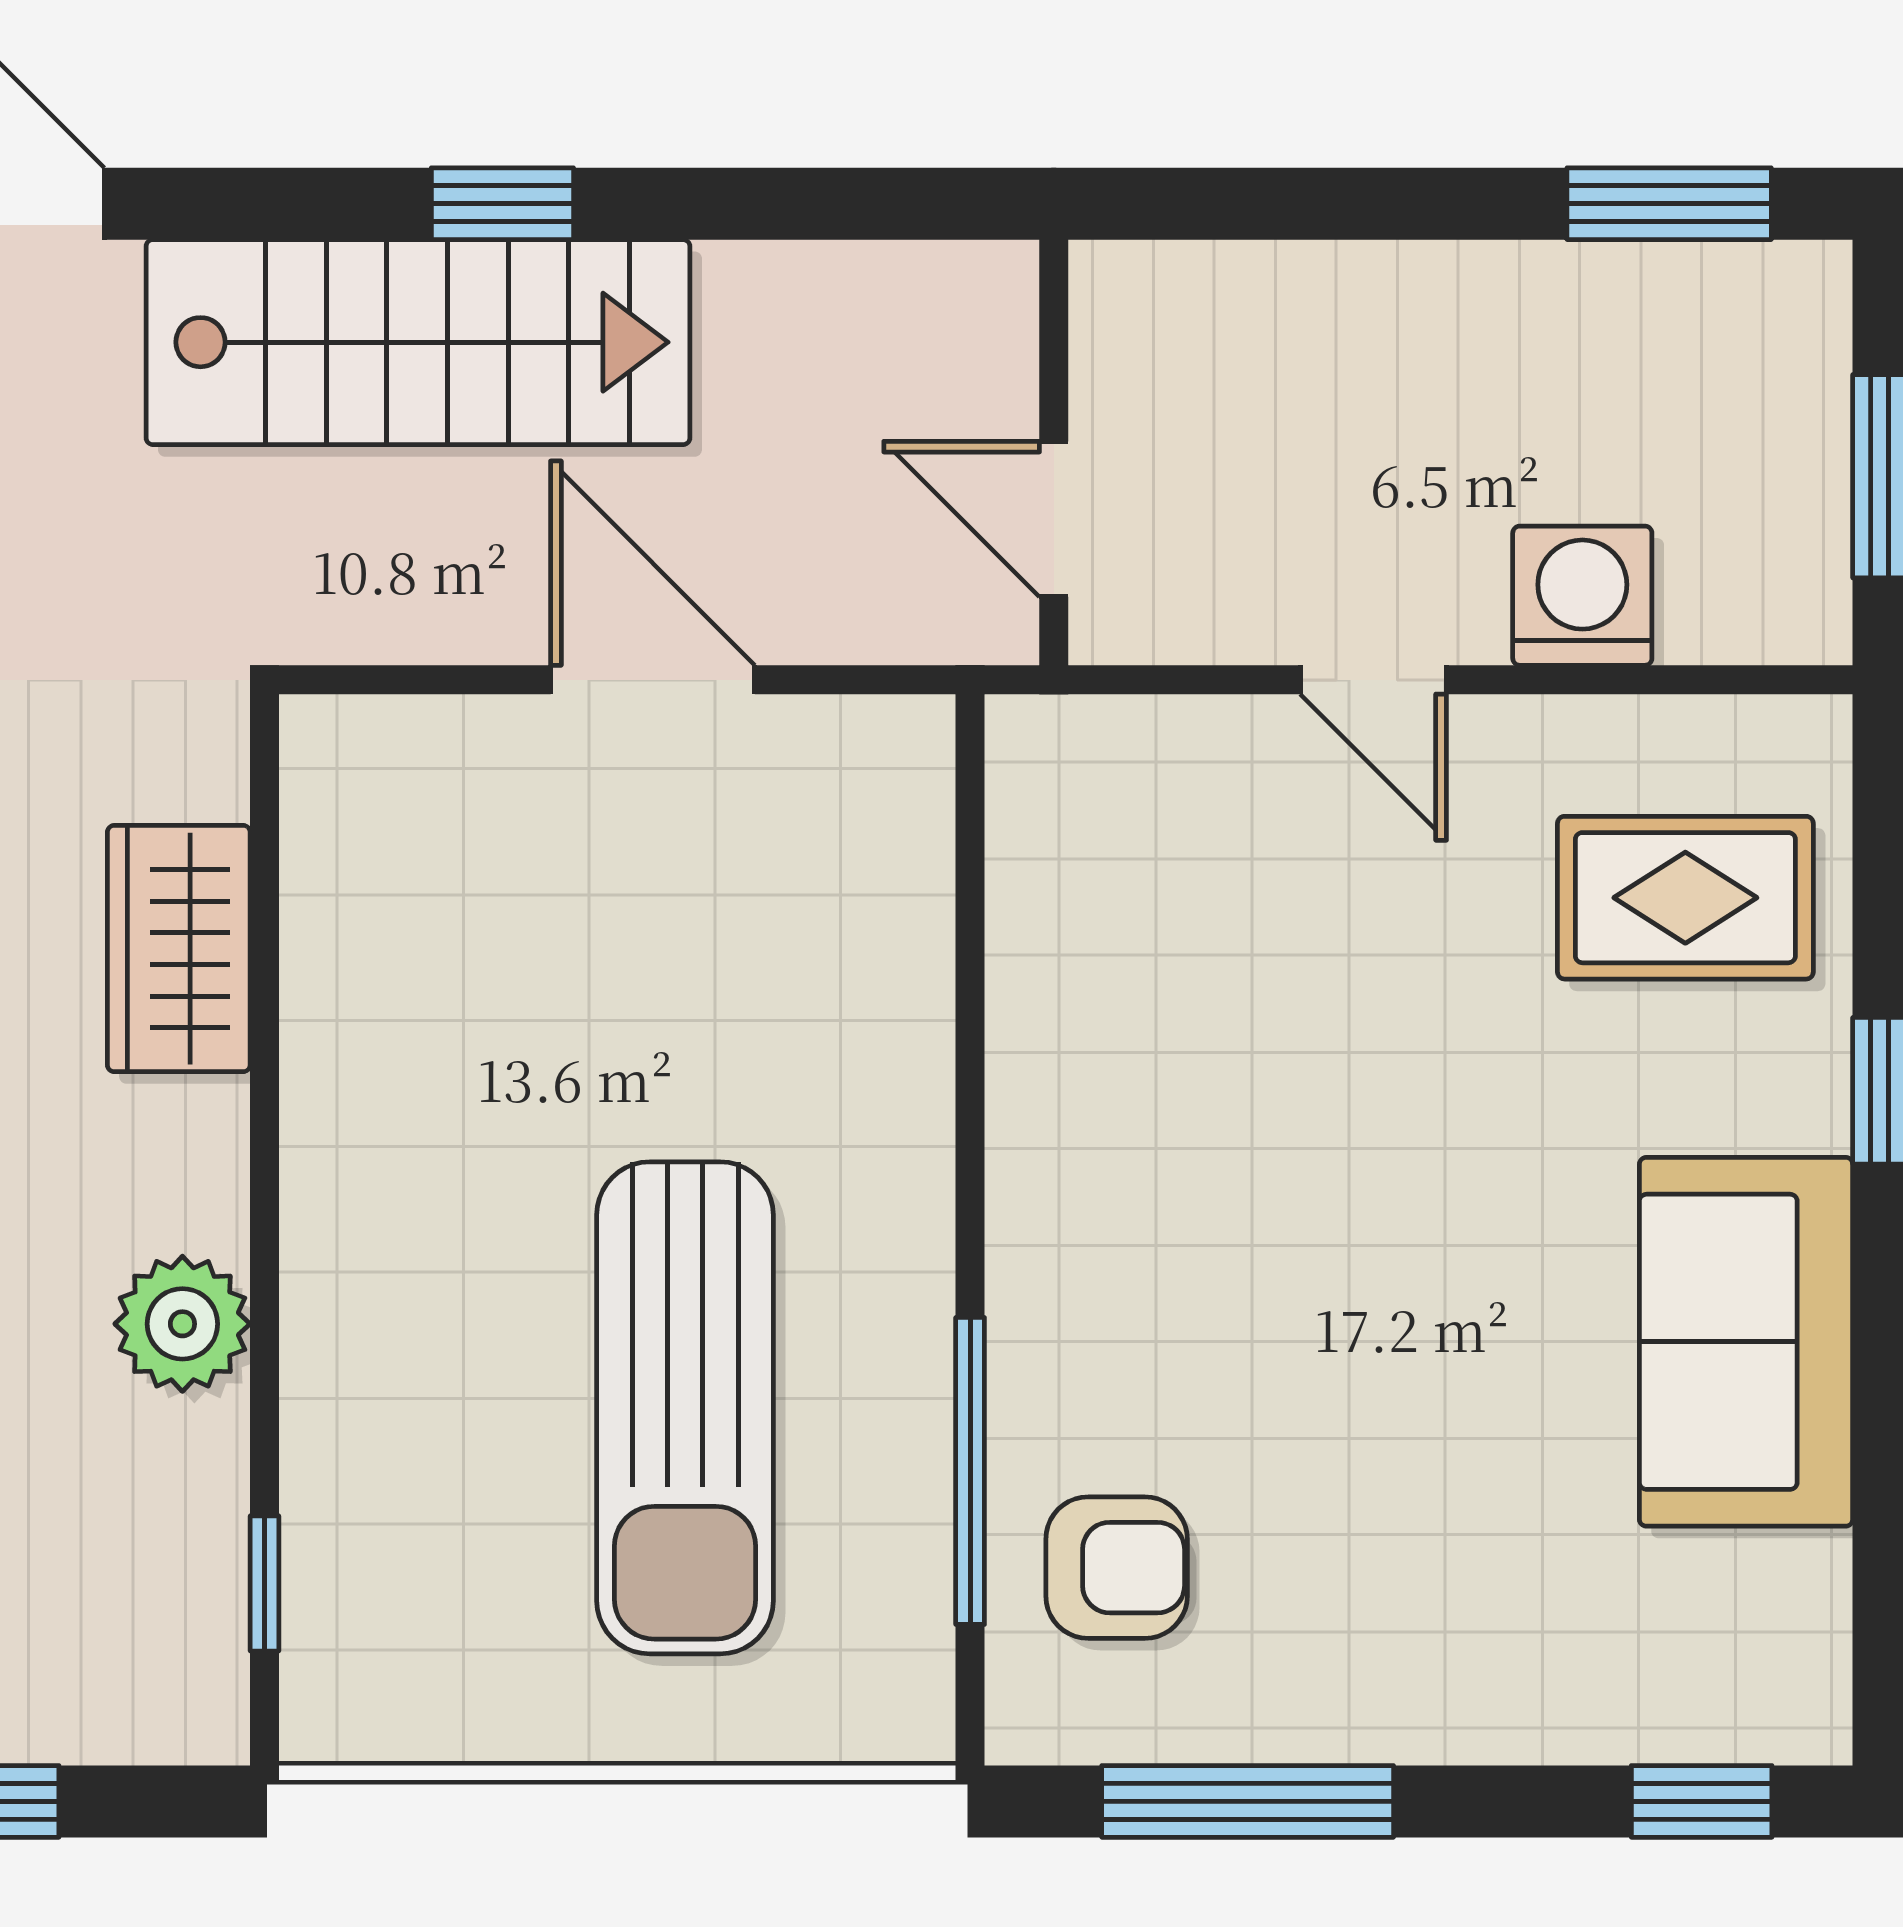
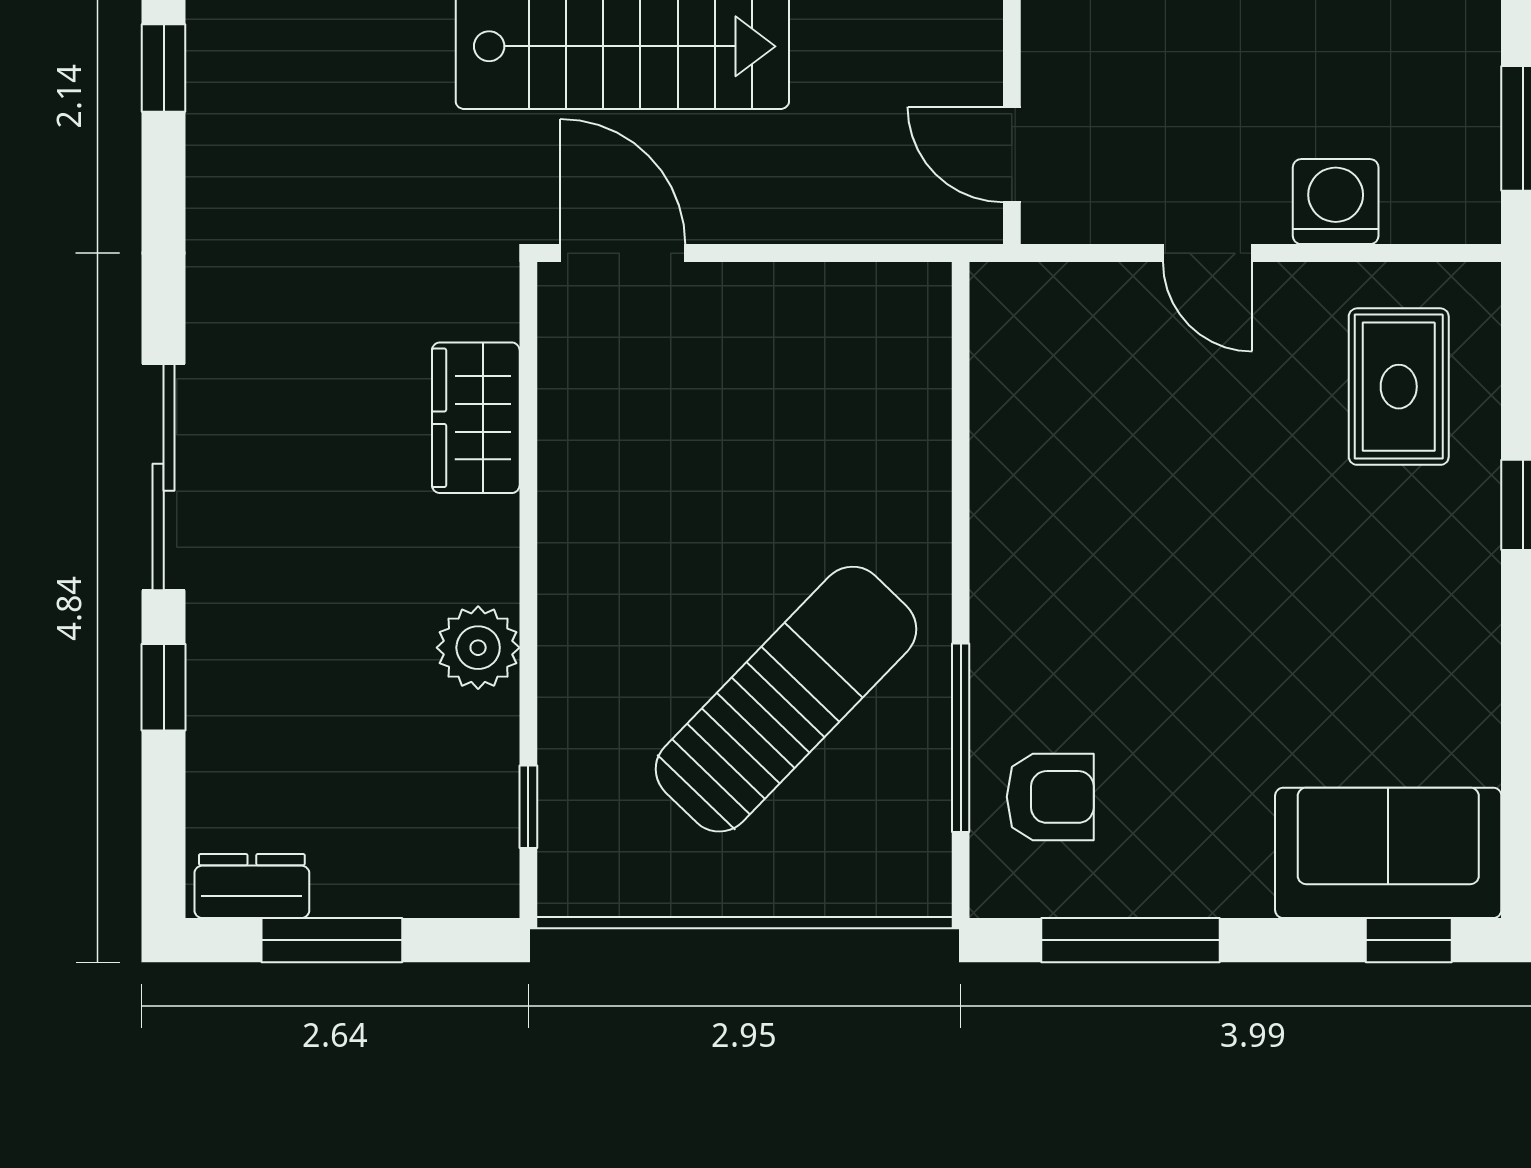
door: (653, 680) -> (623, 253), moved
rug: (1685, 898) -> (1399, 387), turned 90
sofa: (1746, 1342) -> (1388, 853), moved, turned 90
sun lounger: (685, 1408) -> (786, 699), turned -136

